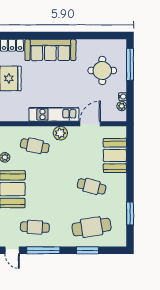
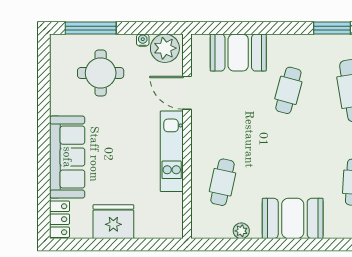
plant: (122, 106) -> (165, 48), width x1.88, depth x1.88
plant: (60, 133) -> (202, 141), removed

